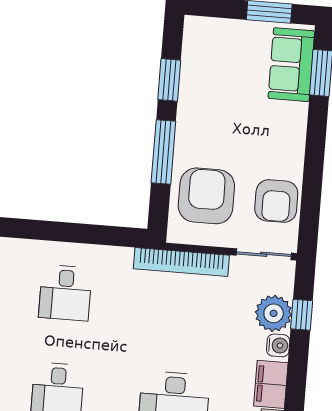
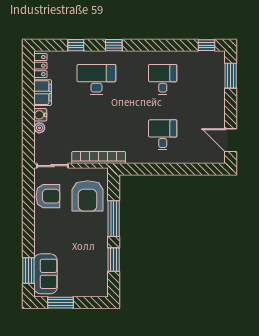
armchair: (276, 201) -> (48, 196), turned 90
plant: (274, 313) -> (39, 128), width x0.53, depth x0.53
window: (302, 315) -> (28, 133), removed

